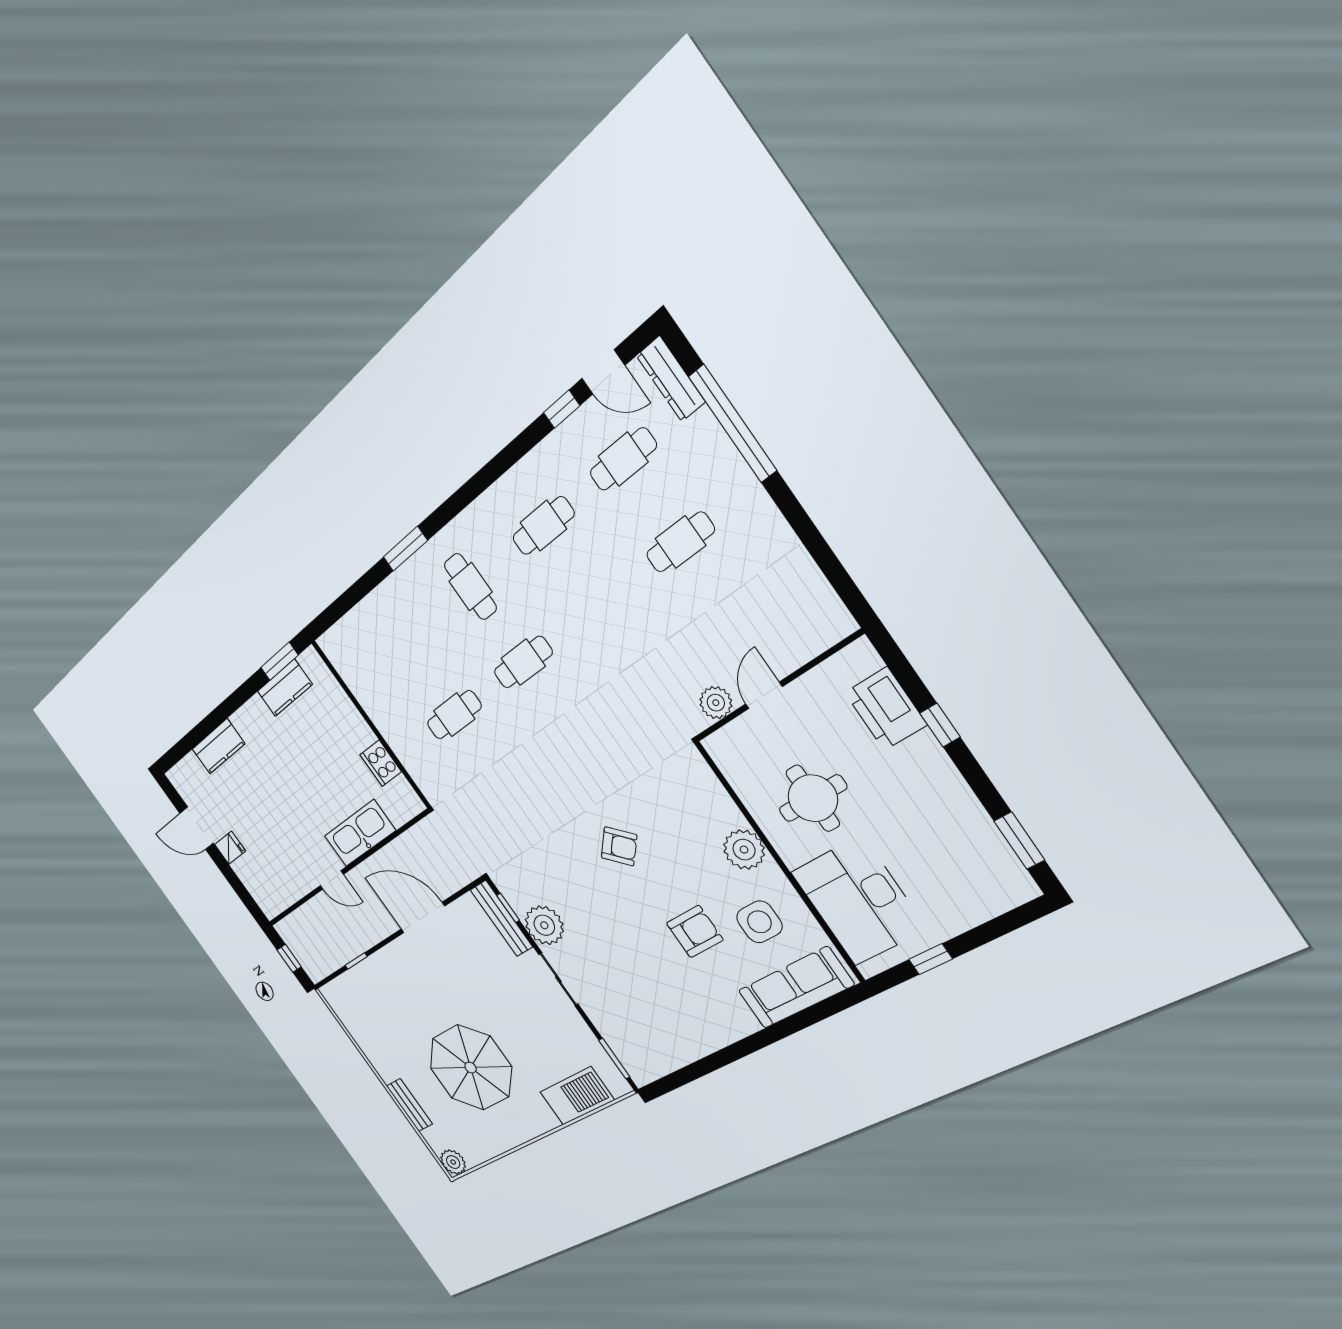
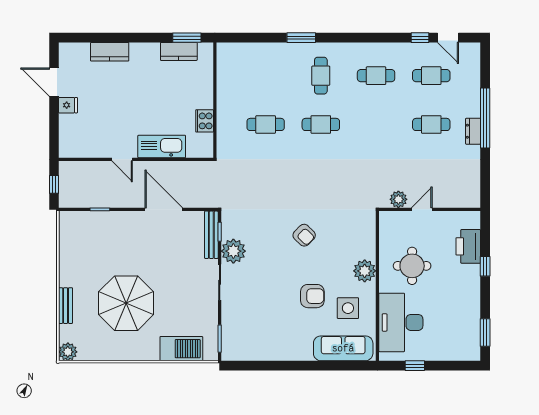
dresser: (671, 379) -> (473, 131), moved, width x0.70
window: (733, 424) -> (485, 118), moved

